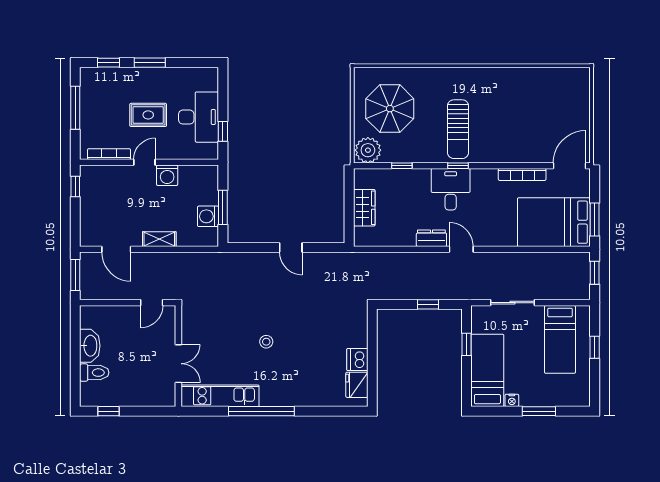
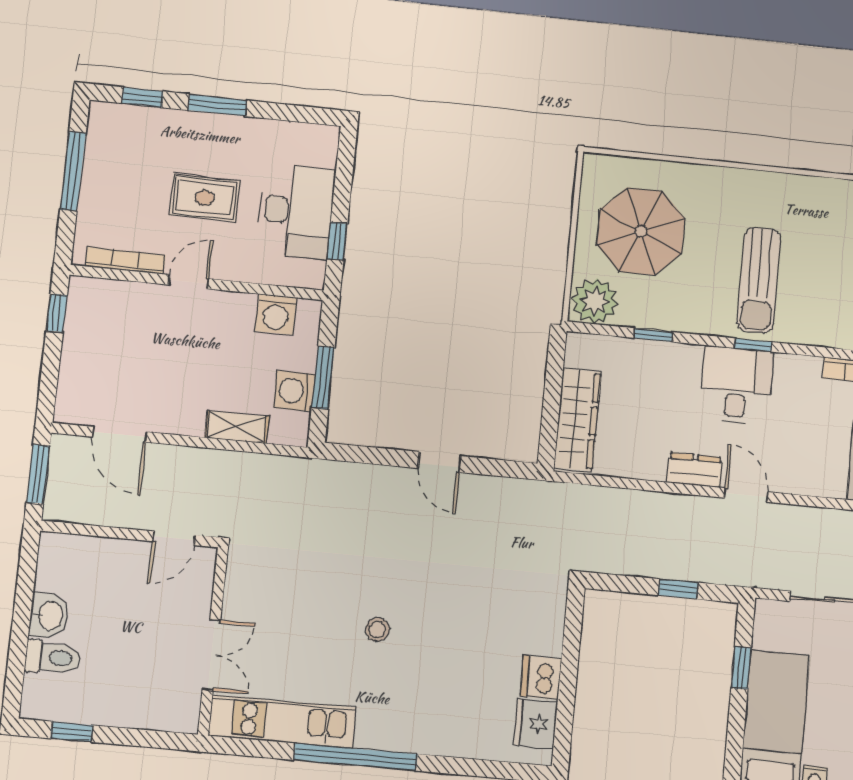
washing machine: (167, 175) -> (276, 314), moved
wardrobe: (364, 208) -> (577, 420), width x1.50
shelving: (159, 239) -> (237, 427), moved
washbasin: (90, 346) -> (49, 615), width x0.72

